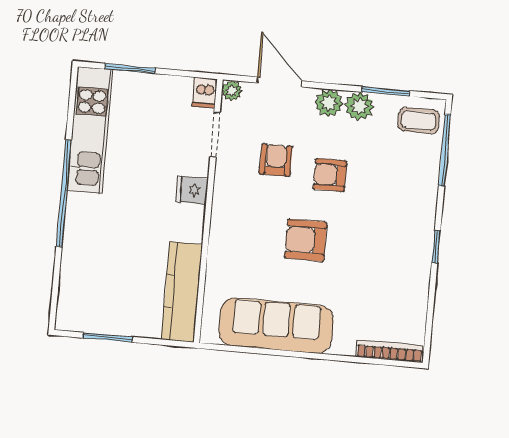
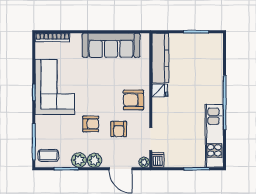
fridge: (192, 190) -> (160, 91), moved
armchair: (306, 240) -> (133, 100), moved, turned 180
corner sofa: (394, 253) -> (55, 87), added

